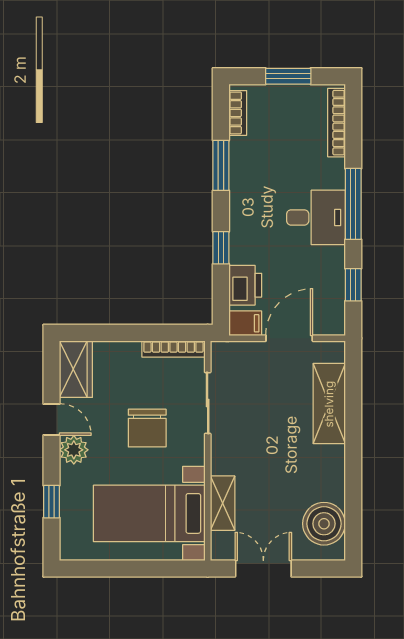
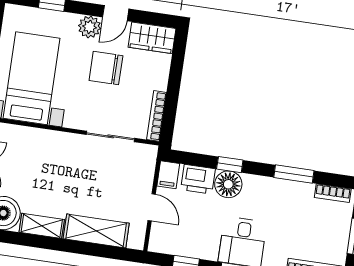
floor lamp: (246, 246) -> (228, 184), added
door: (289, 338) -> (152, 207), width x0.73
chair: (147, 428) -> (106, 68), moved
shelving: (223, 503) -> (42, 226), moved

